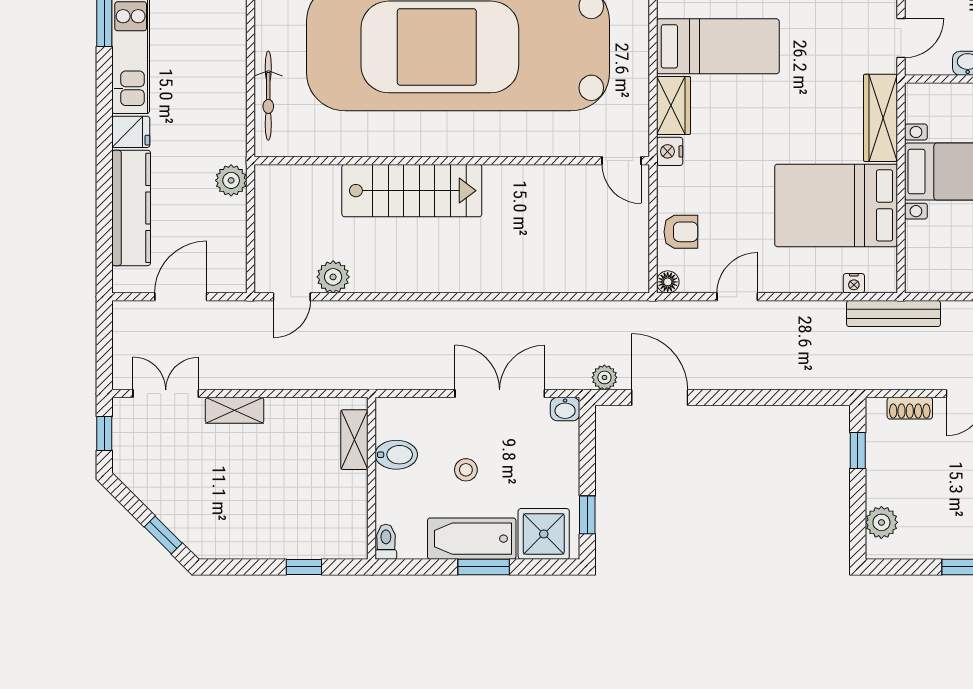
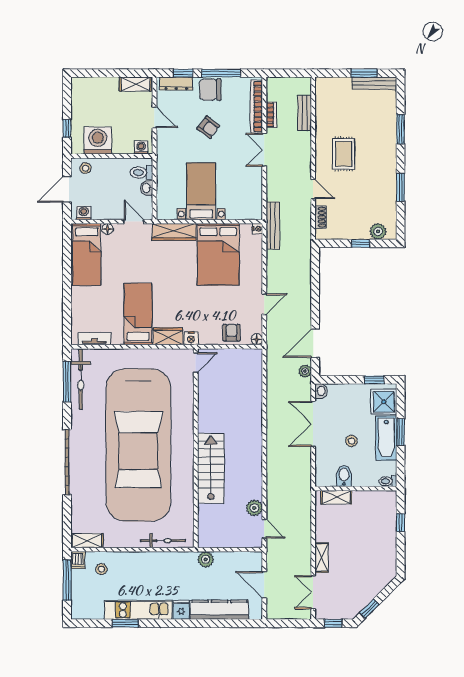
nightstand: (854, 283) -> (258, 229), moved
door: (737, 297) -> (264, 304), swing flipped
window: (858, 450) -> (361, 243), moved
window: (163, 535) -> (370, 608), moved

